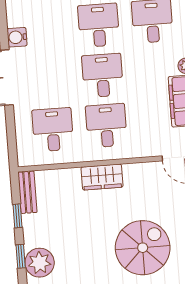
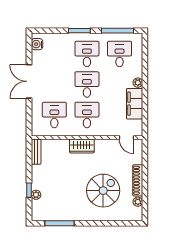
water cooler: (17, 37) -> (37, 44), moved
window: (17, 216) -> (29, 165), removed
plant: (40, 263) -> (36, 195), width x0.53, depth x0.53

